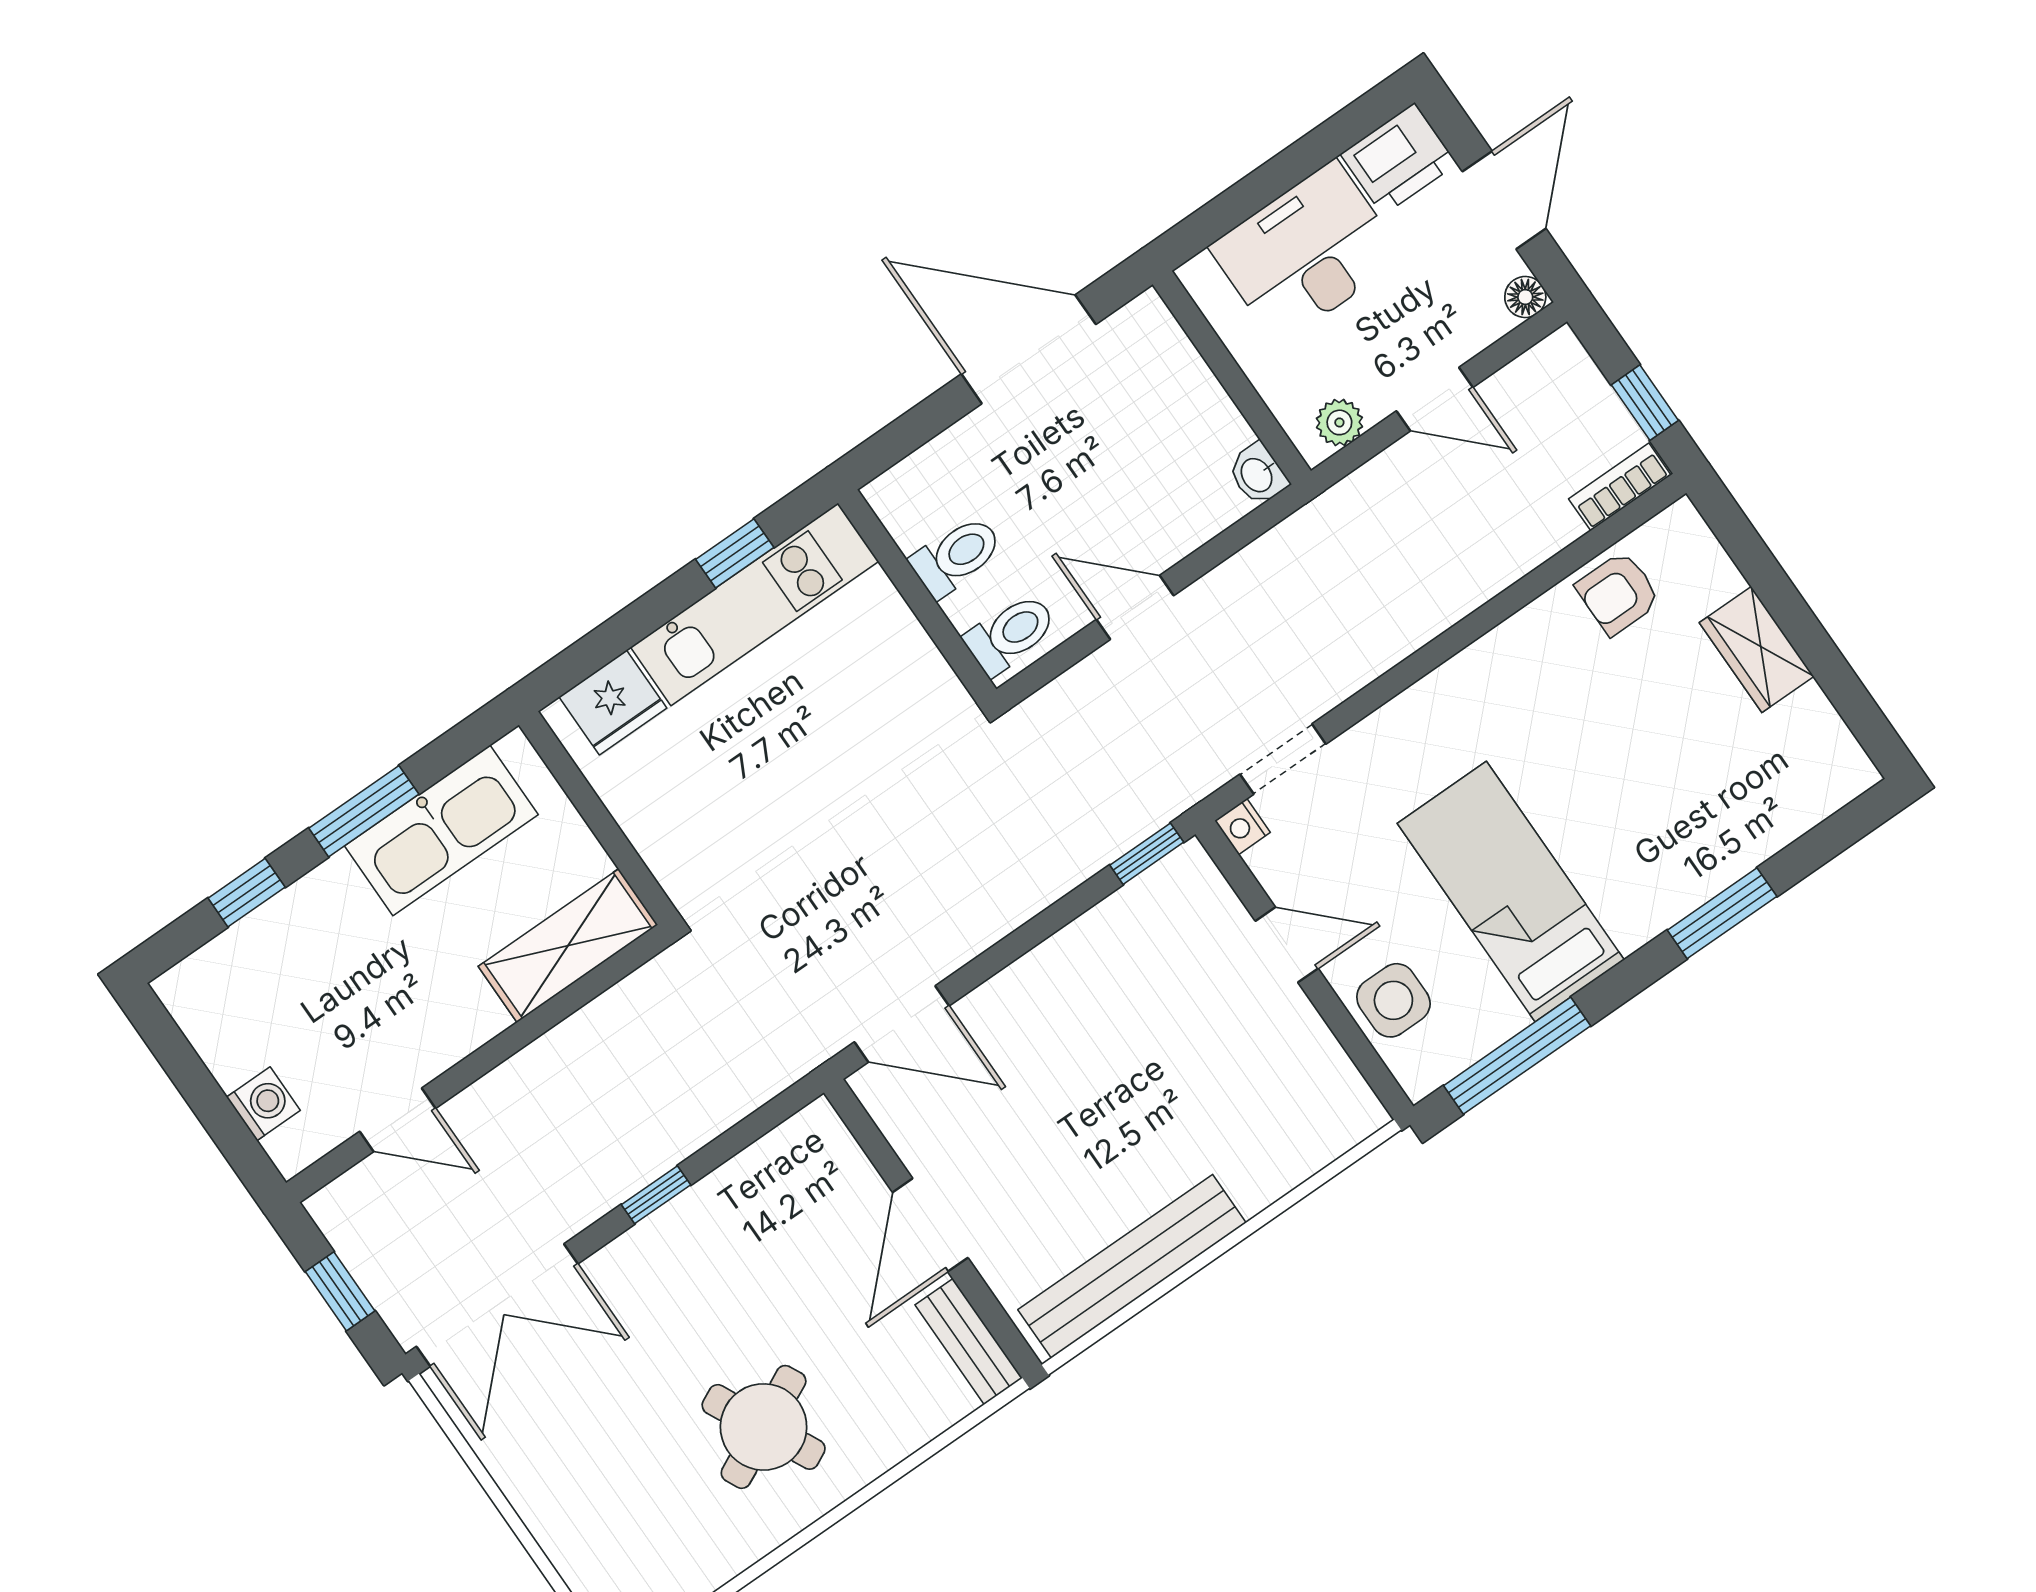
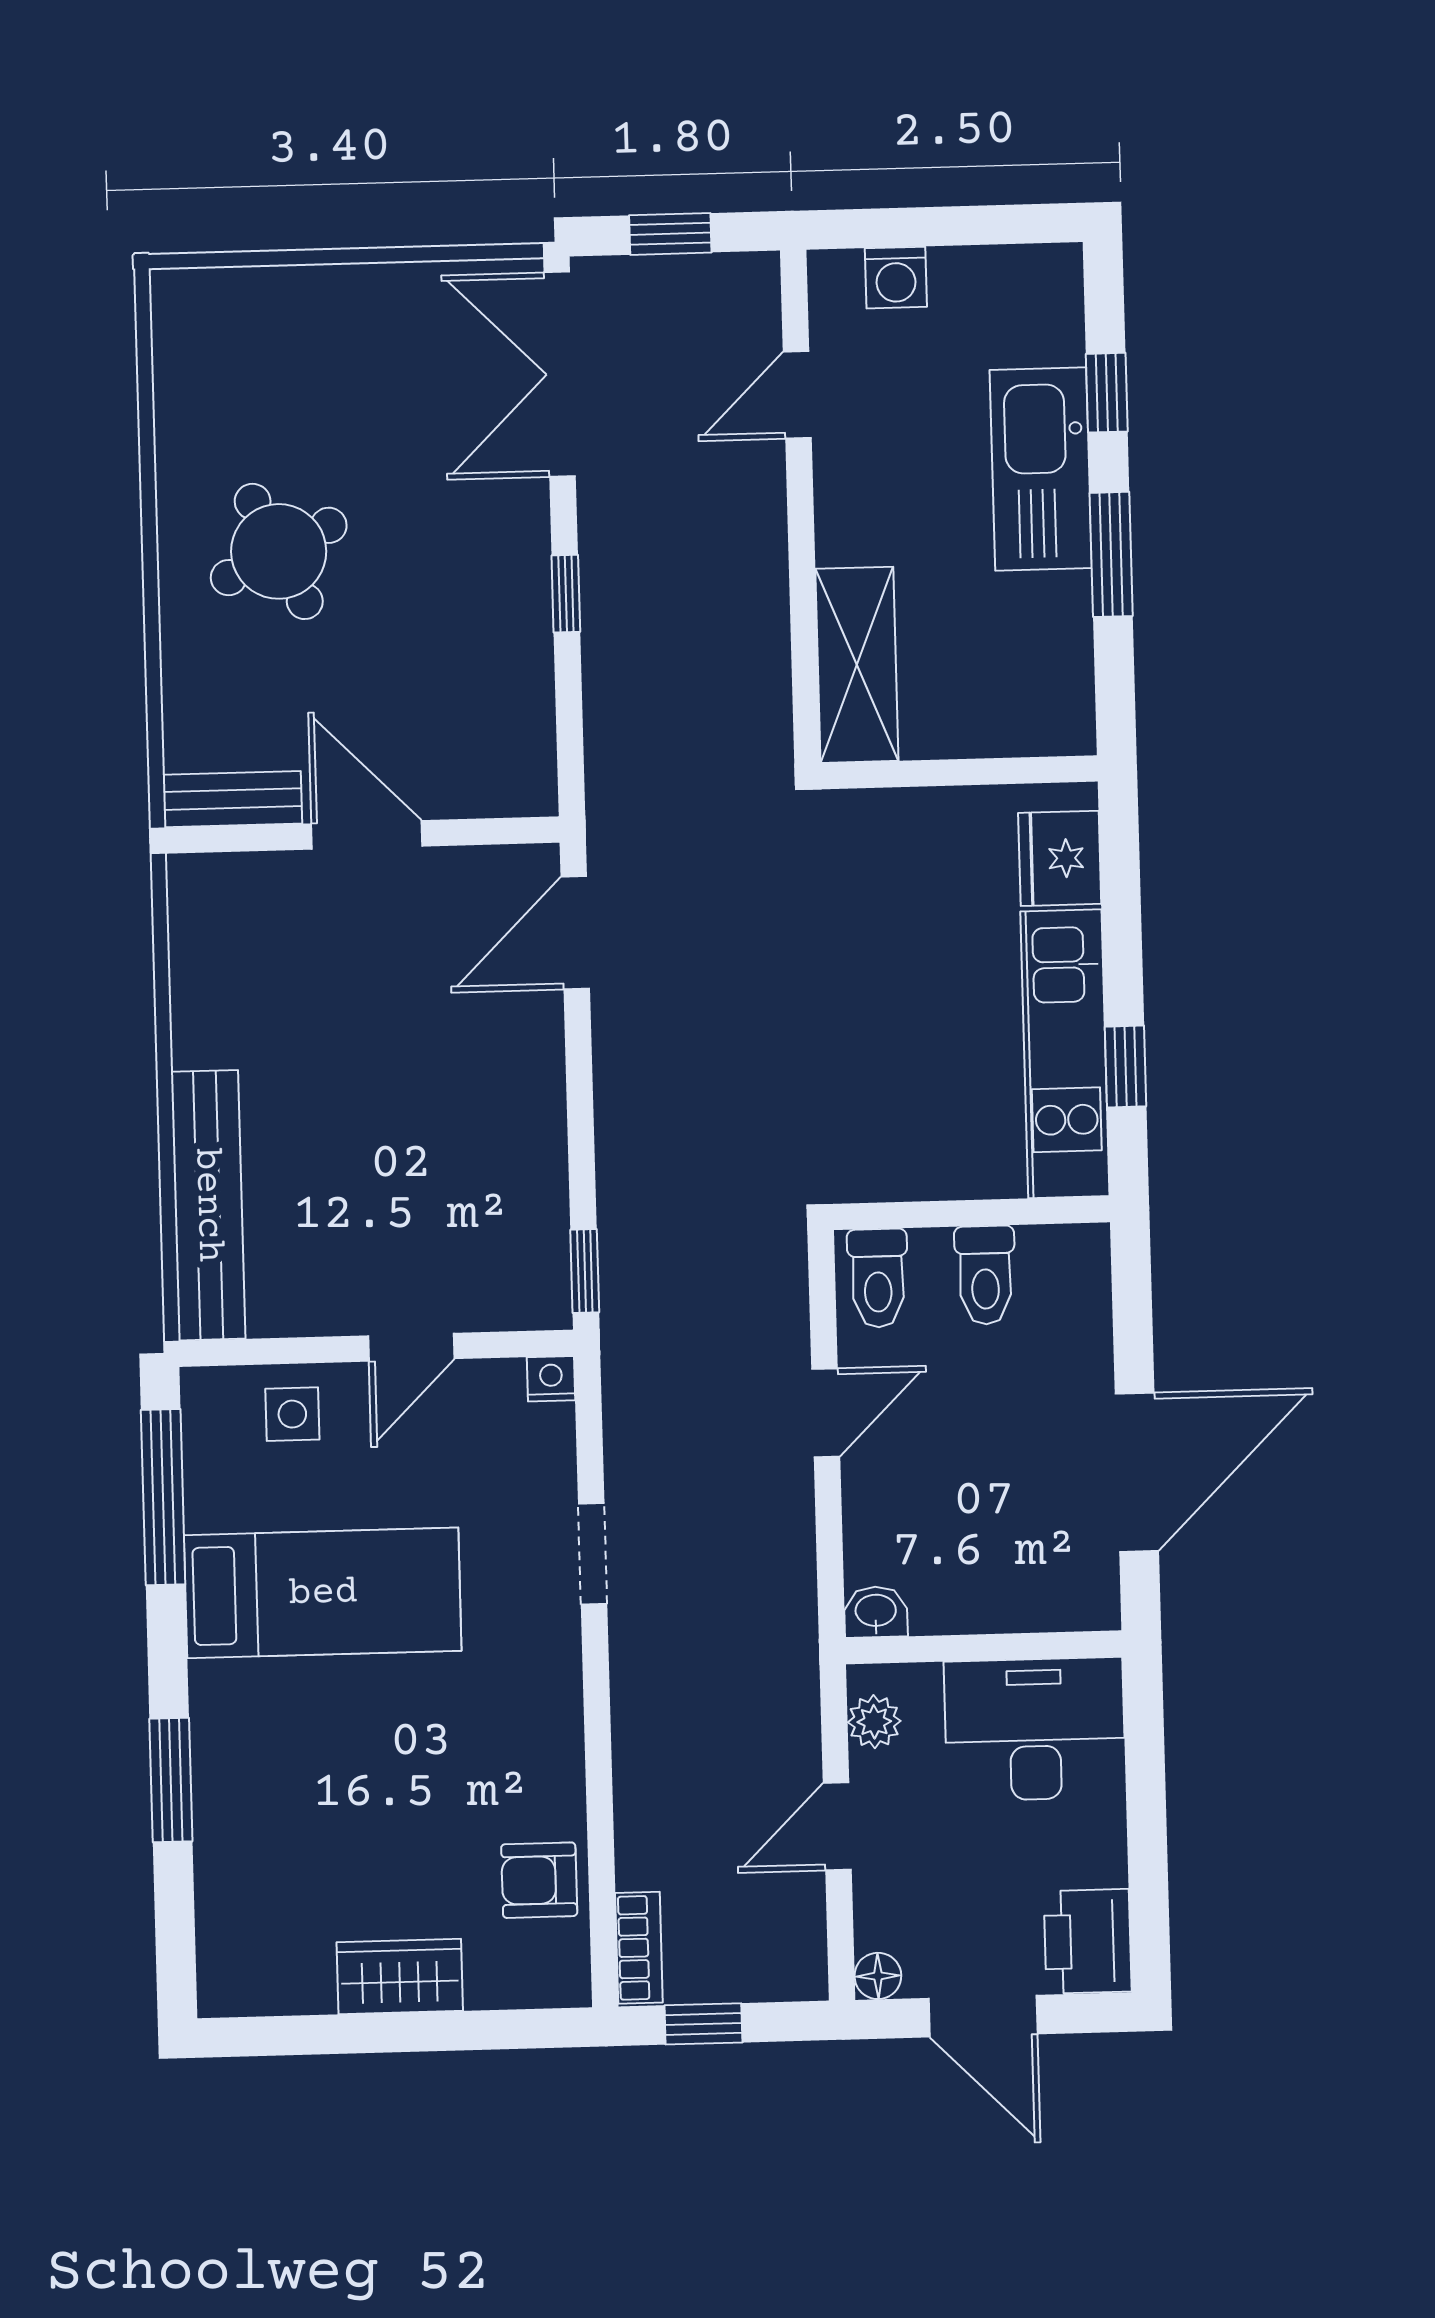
desk: (1307, 252) -> (1035, 1729), moved, turned -90
armchair: (1618, 593) -> (539, 1880), turned -90
doorway: (1283, 759) -> (593, 1554), moved
kitchen sink: (441, 830) -> (1041, 469), moved
side table: (1393, 1000) -> (292, 1414), width x0.73, depth x0.73
bench: (1132, 1266) -> (208, 1205), moved

